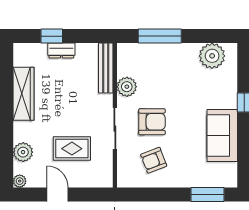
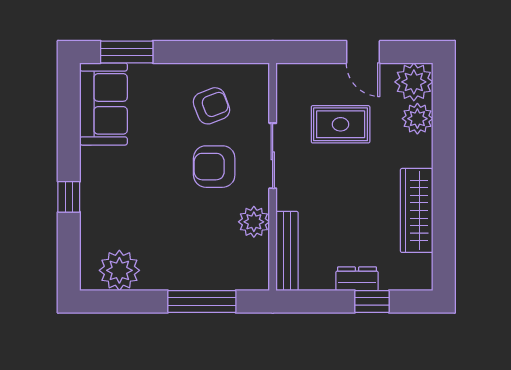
sofa: (222, 136) -> (104, 104), moved
plant: (20, 181) -> (414, 82), width x1.88, depth x1.88

